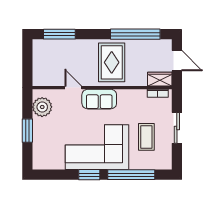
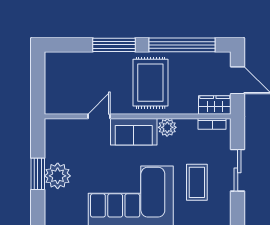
window: (59, 34) -> (114, 45), moved
door: (73, 88) -> (99, 116), hinge flipped
plant: (124, 96) -> (167, 127), added
plant: (42, 107) -> (58, 176), moved

